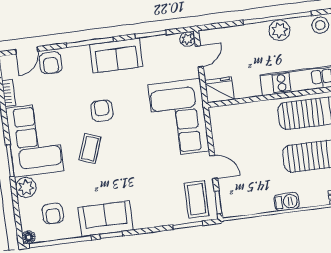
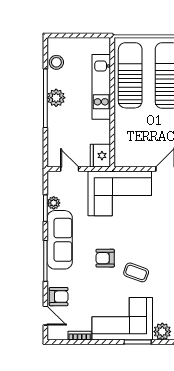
plant: (187, 39) -> (54, 203), moved
sofa: (116, 56) -> (60, 240), width x1.36

